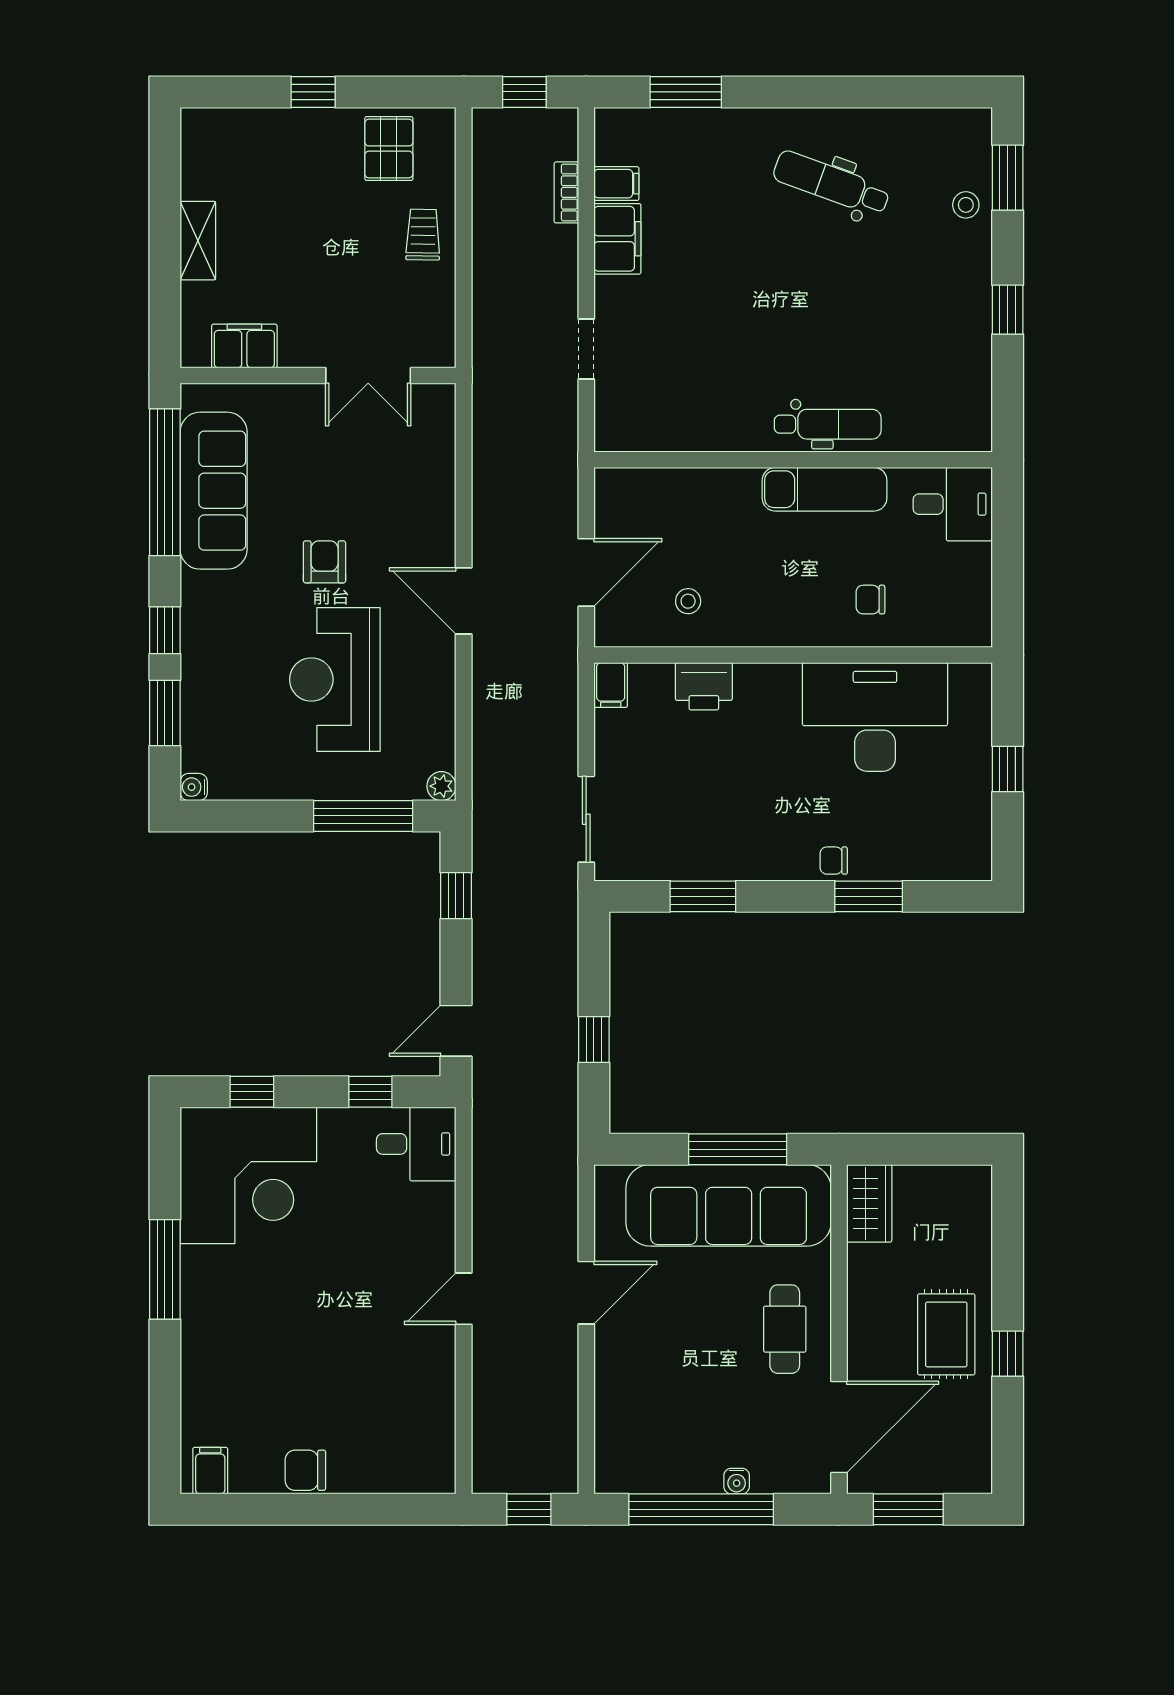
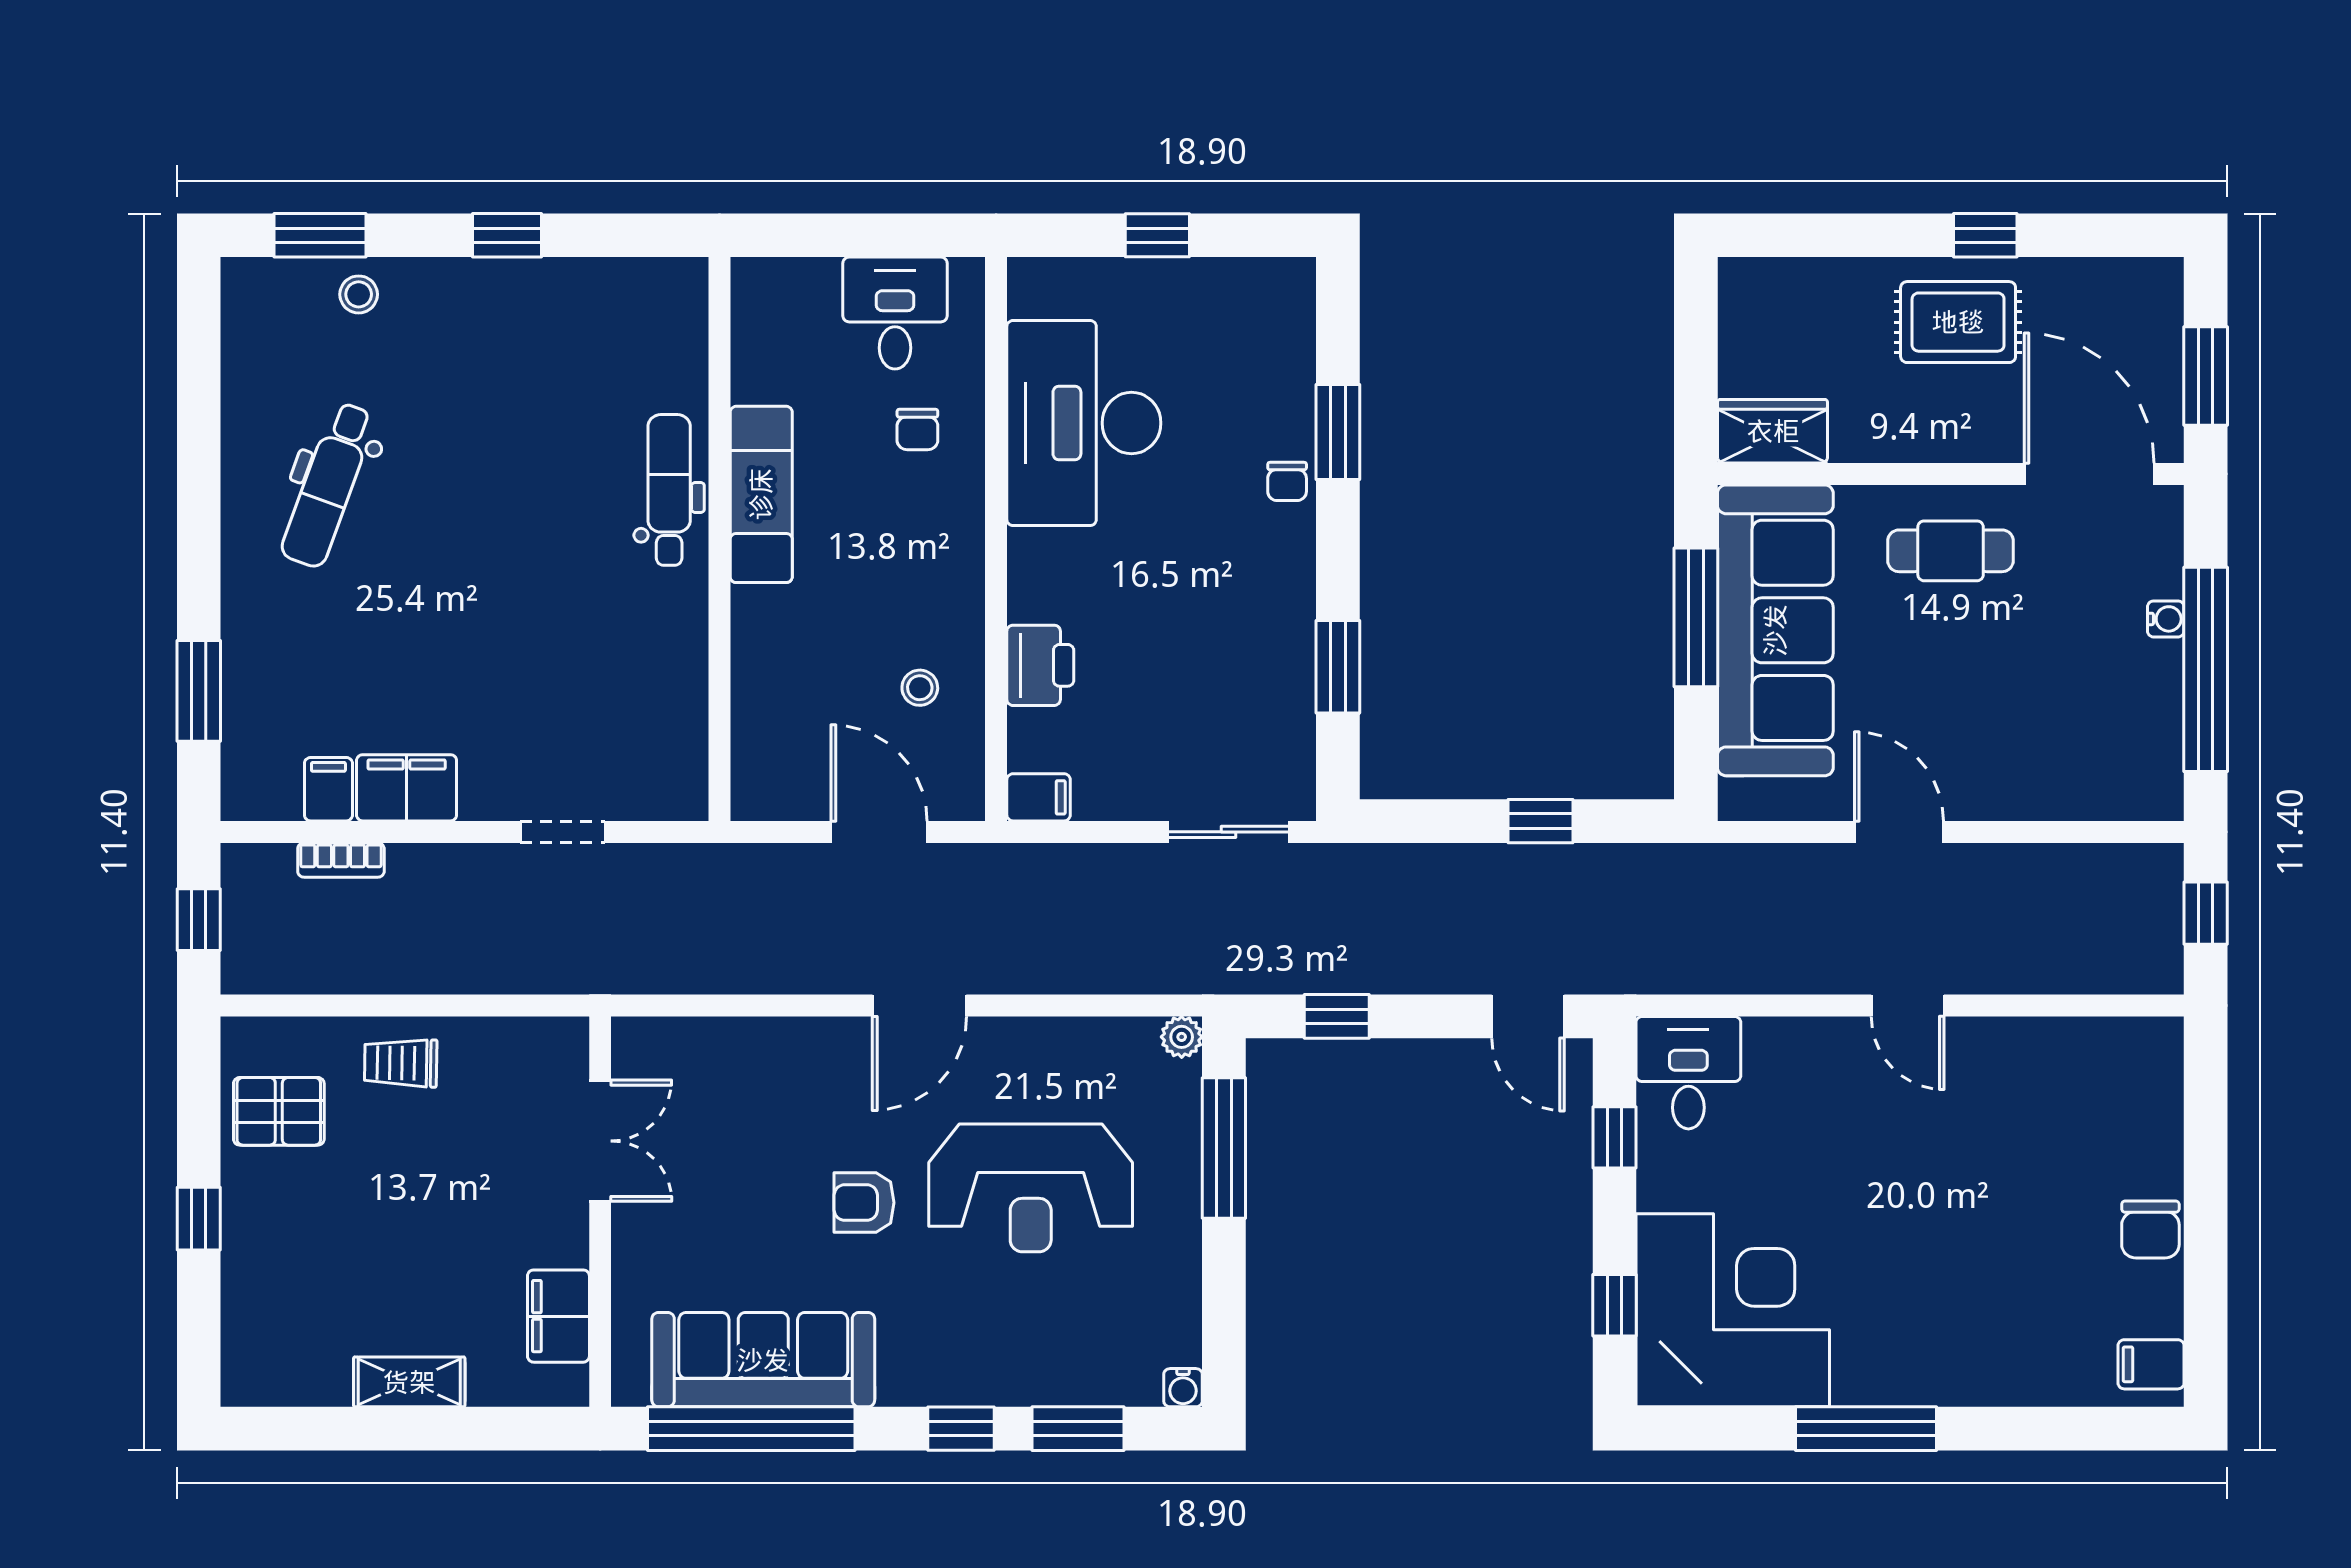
desk: (953, 504) -> (895, 313), moved

